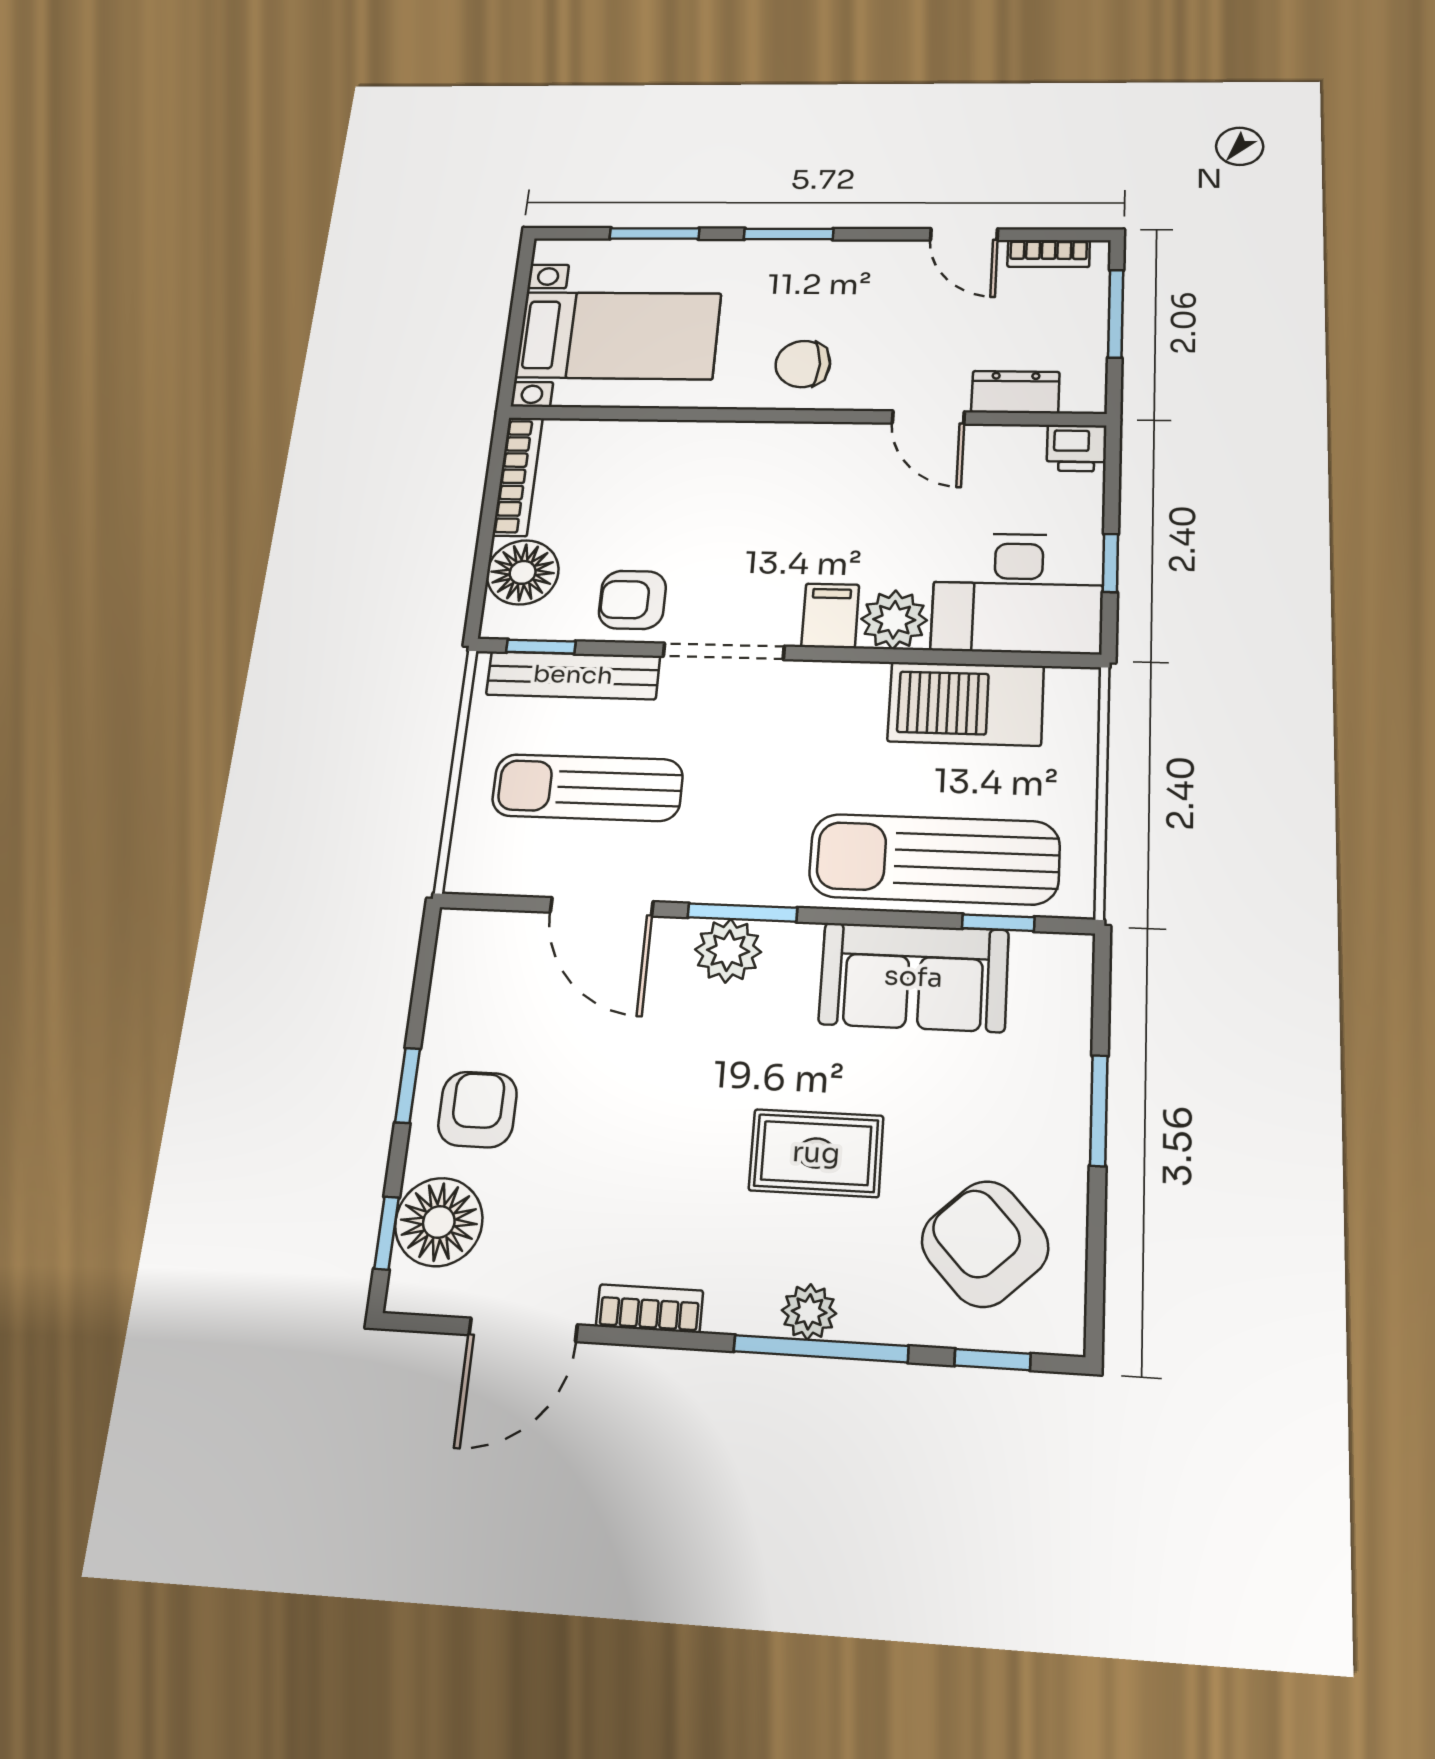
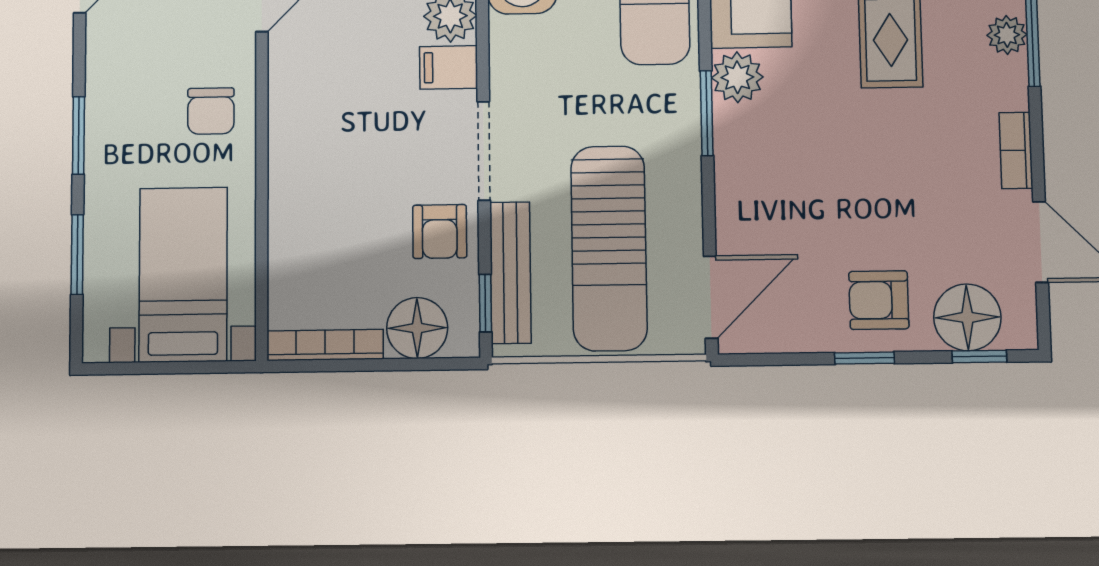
sun lounger: (587, 788) -> (609, 248), width x1.36, depth x1.34
door: (602, 907) -> (711, 297), moved
plant: (728, 951) -> (737, 77), moved

